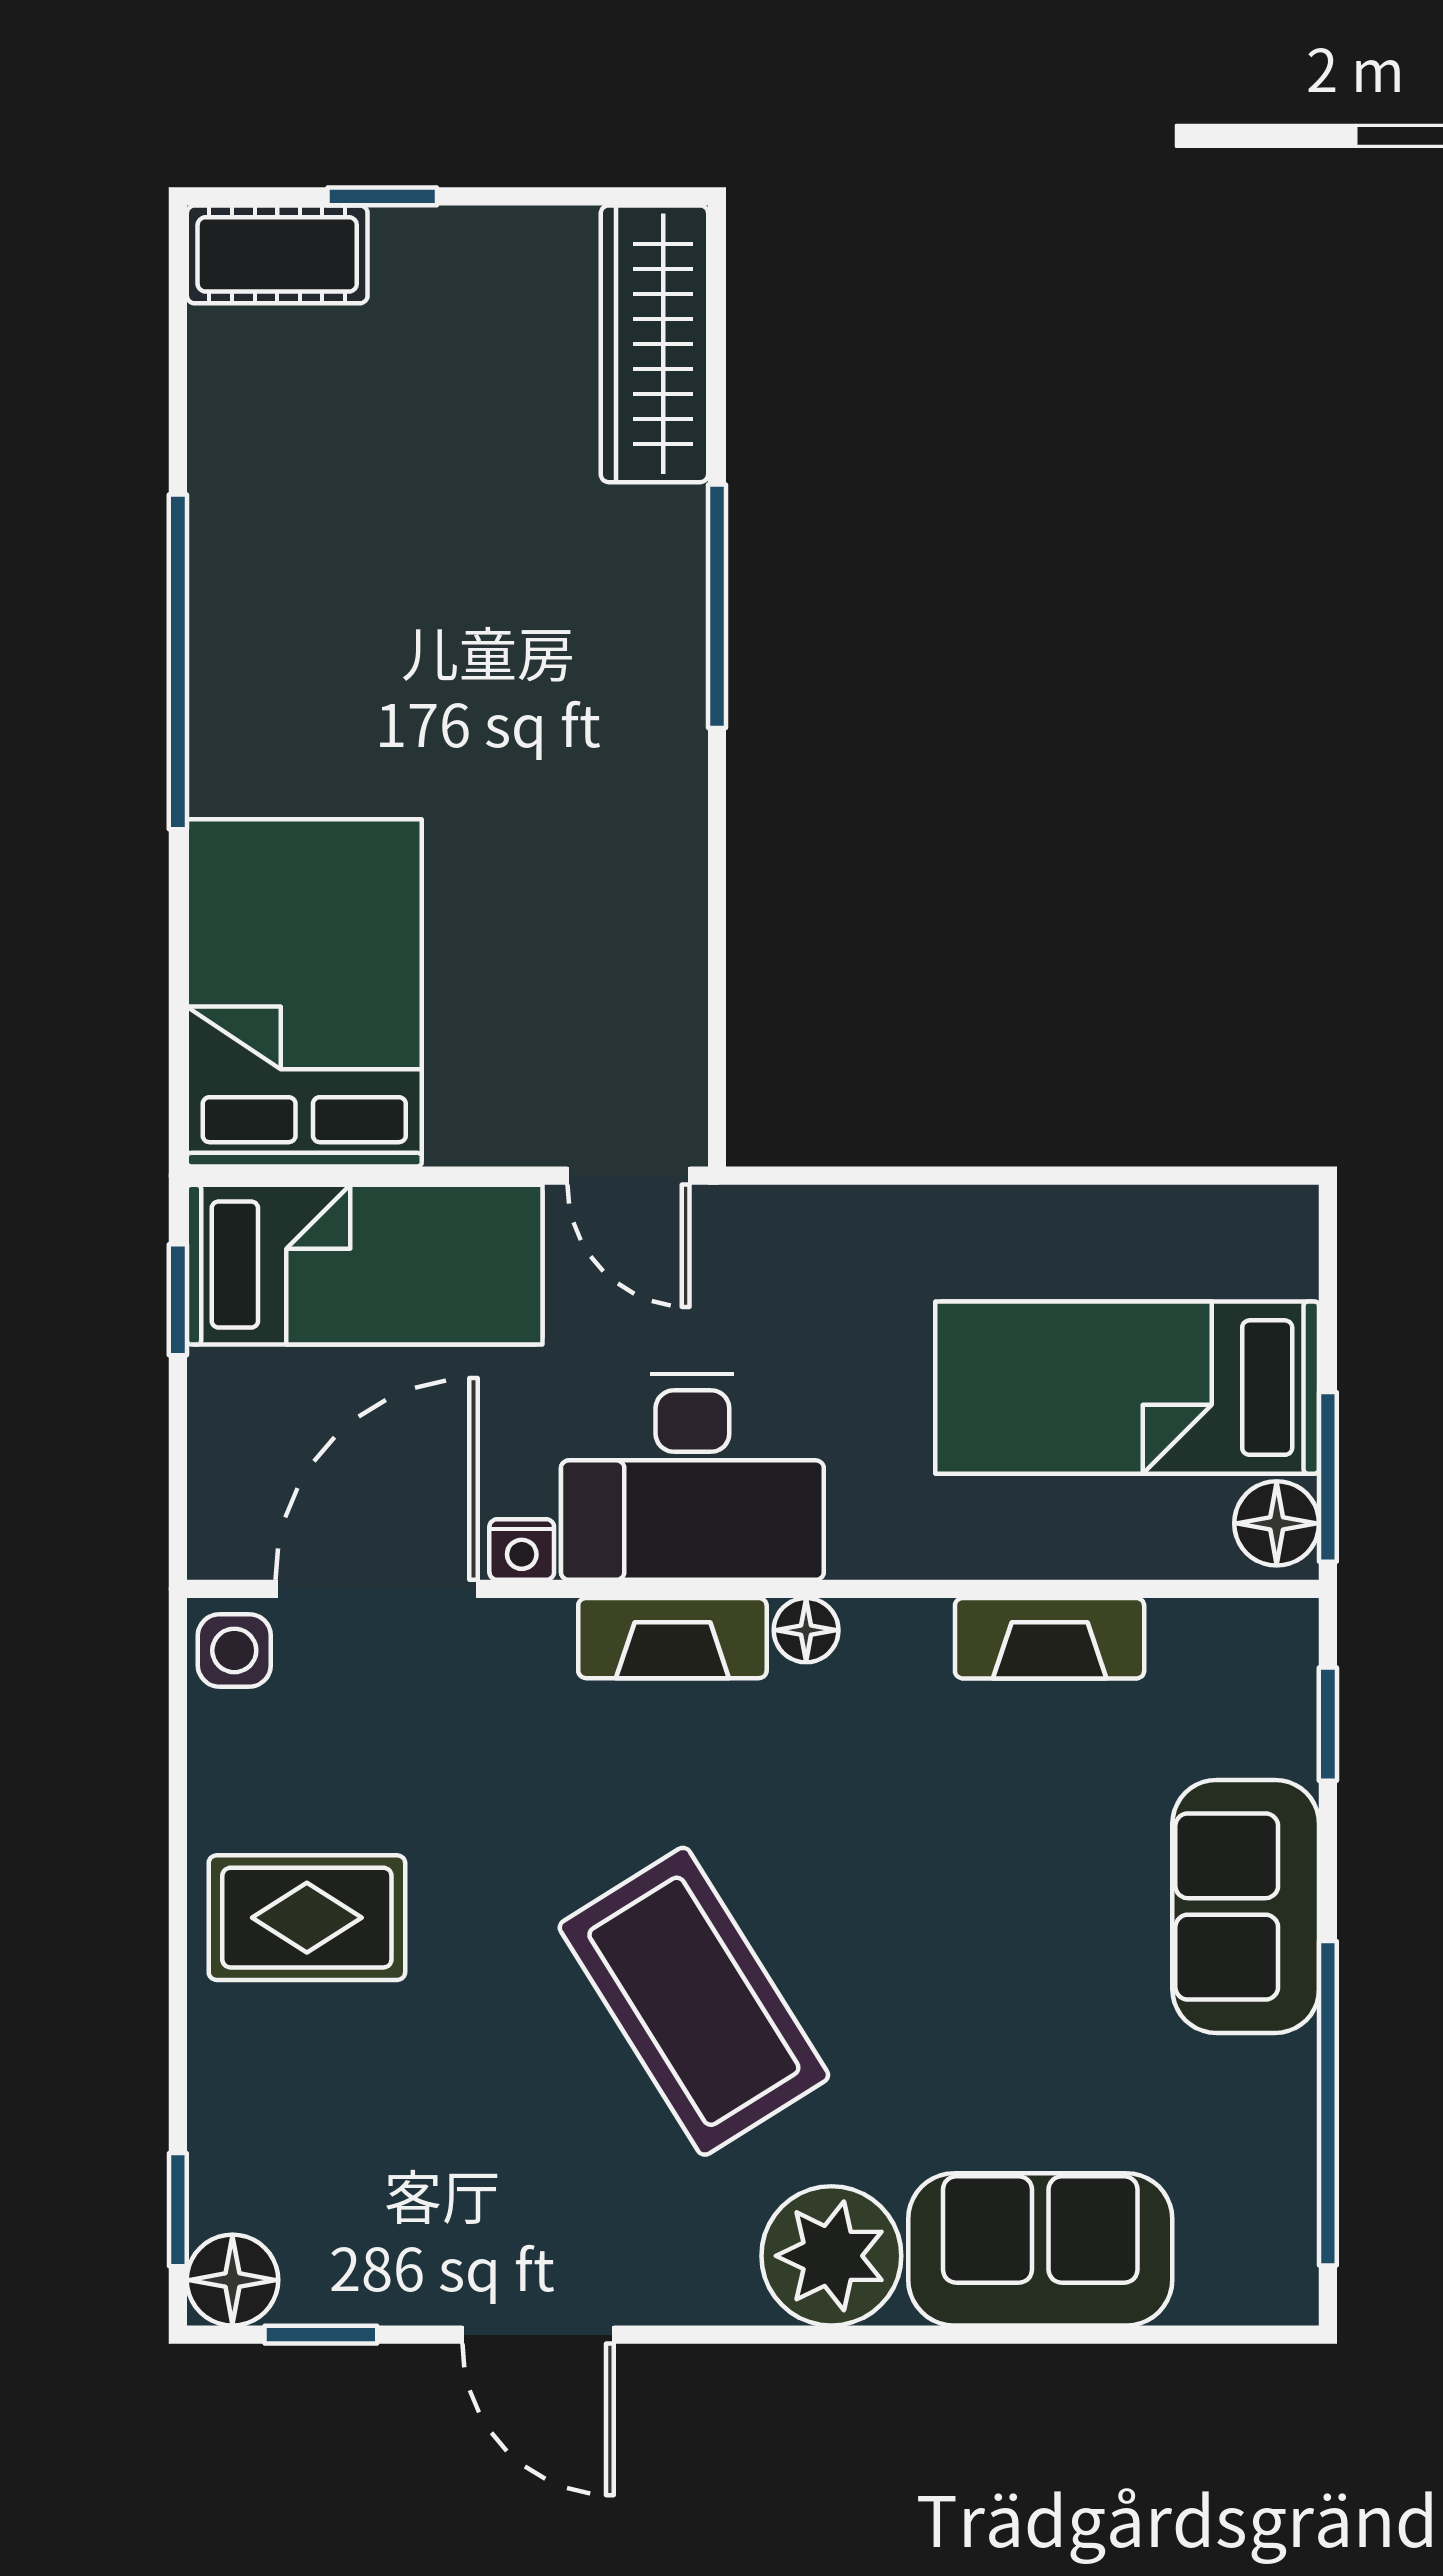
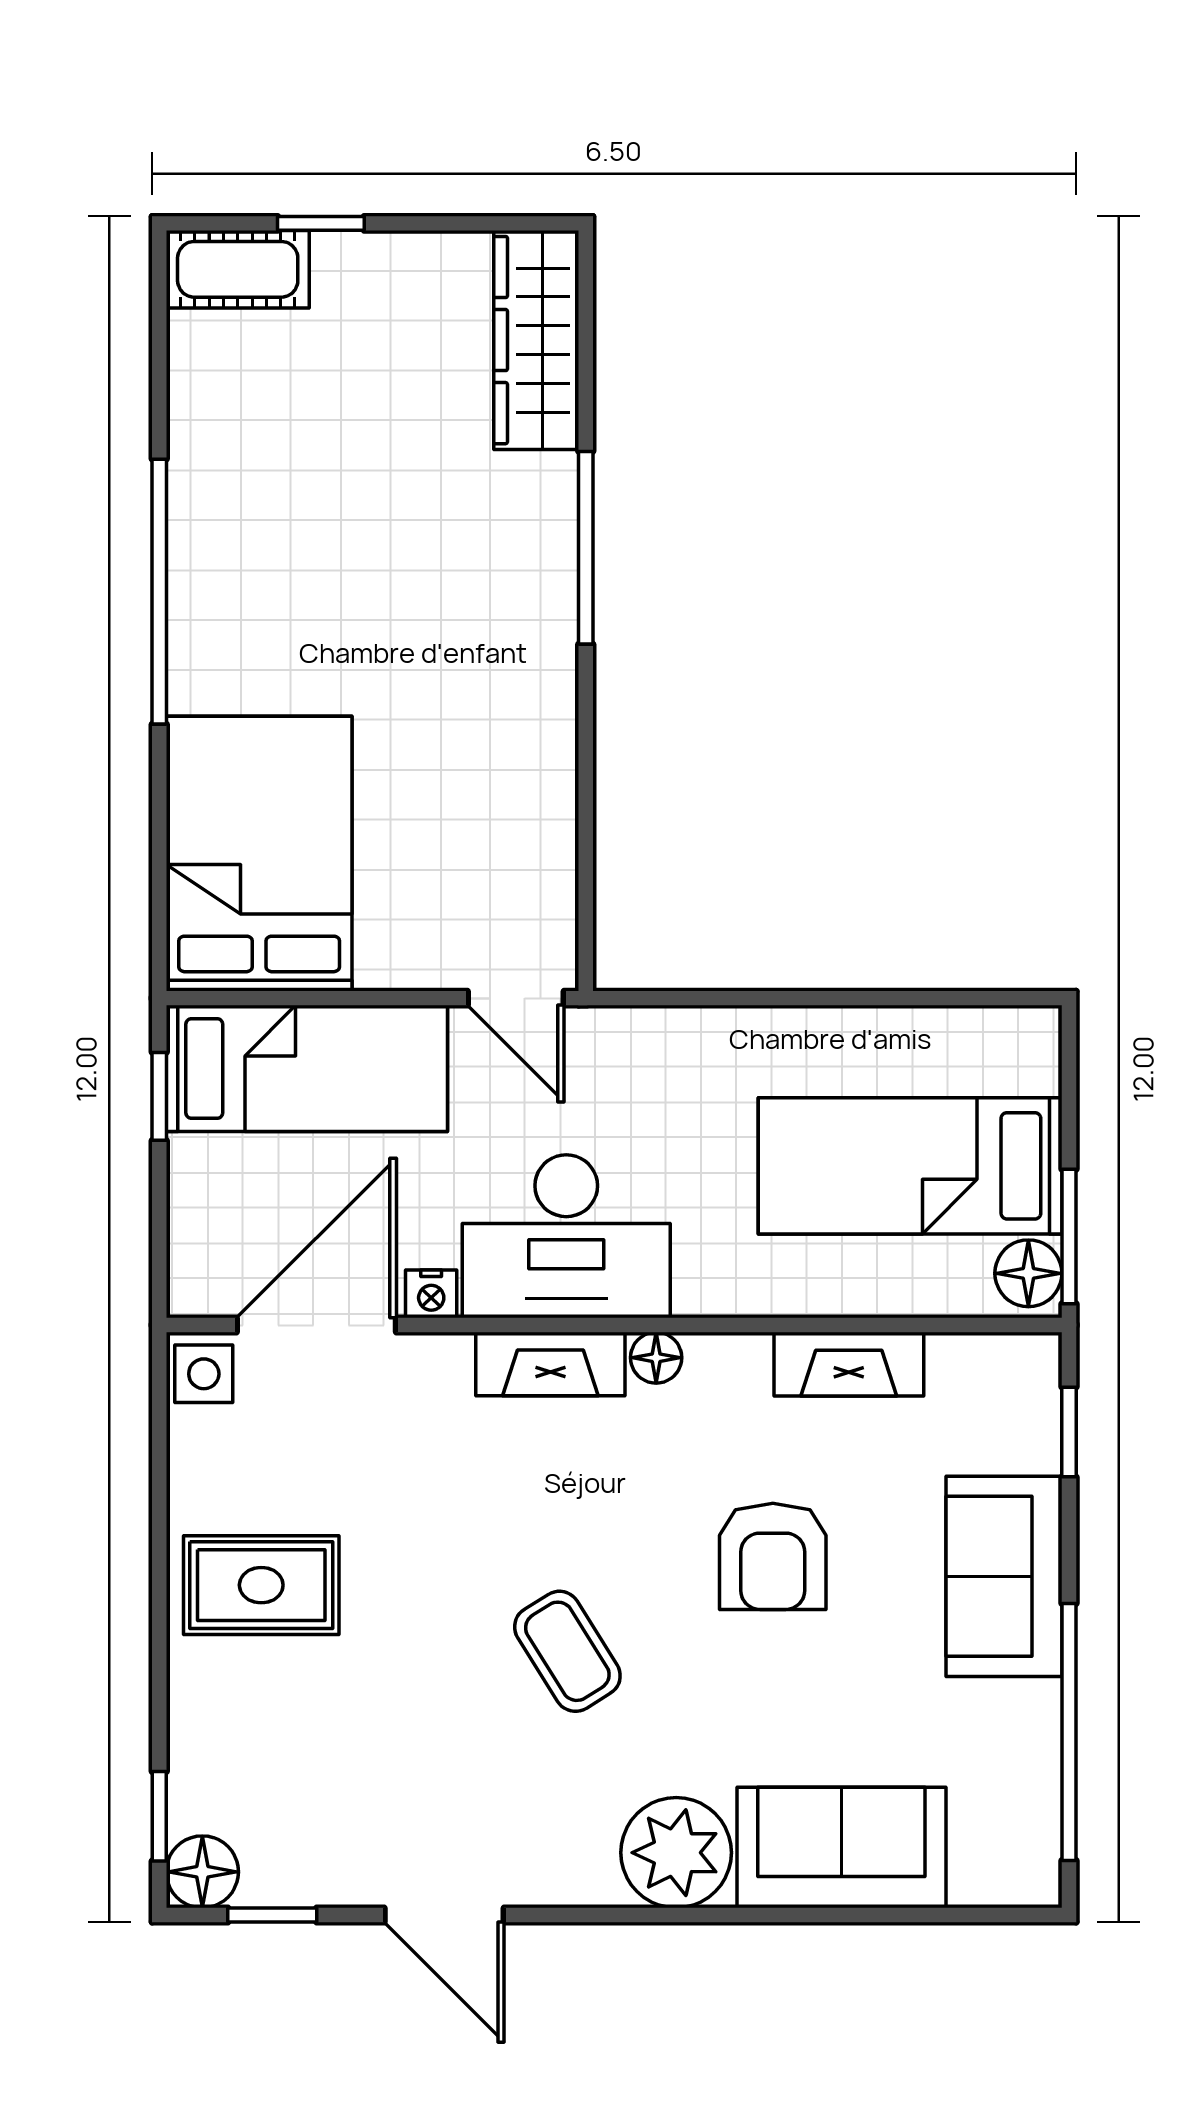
armchair: (953, 1881) -> (773, 1556), added
coffee table: (694, 2001) -> (567, 1651), width x0.54, depth x0.58

